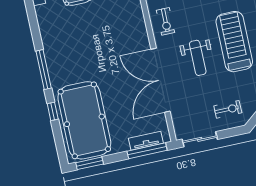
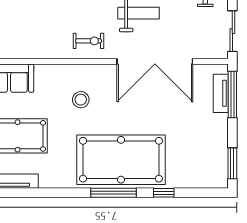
stool: (115, 25) -> (81, 100), added
pool table: (84, 120) -> (121, 160), moved

